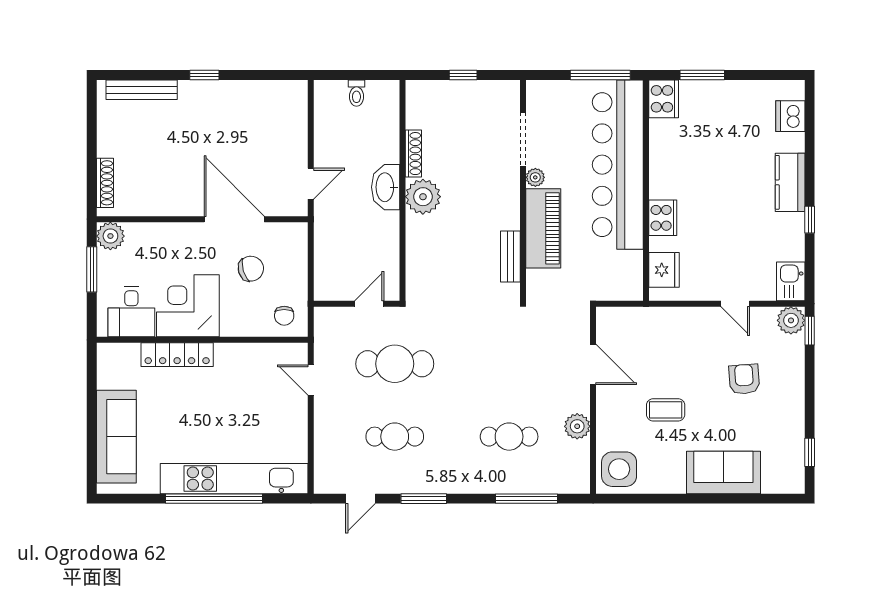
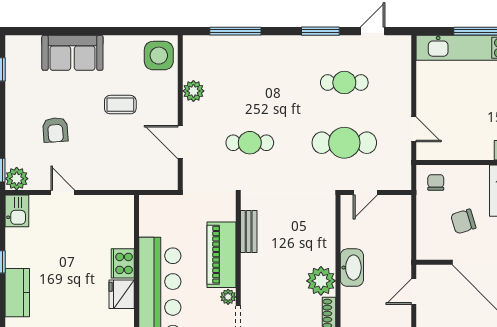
washbasin: (386, 187) -> (352, 268), moved
fridge: (664, 270) -> (122, 294), moved
cafe table: (509, 437) -> (250, 143), moved

